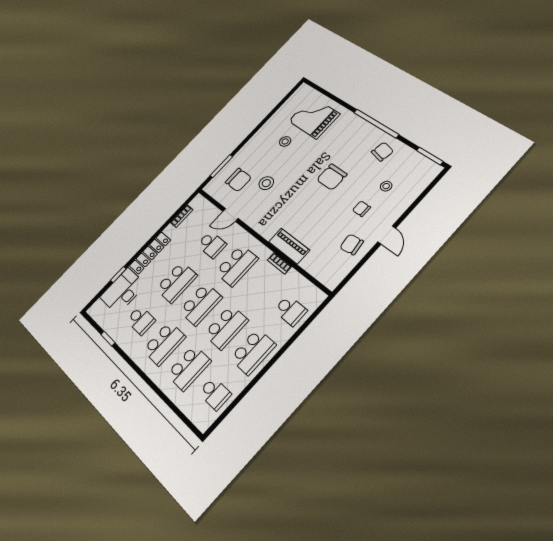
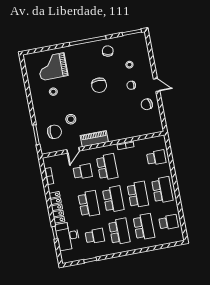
piano: (289, 246) -> (94, 139), moved

